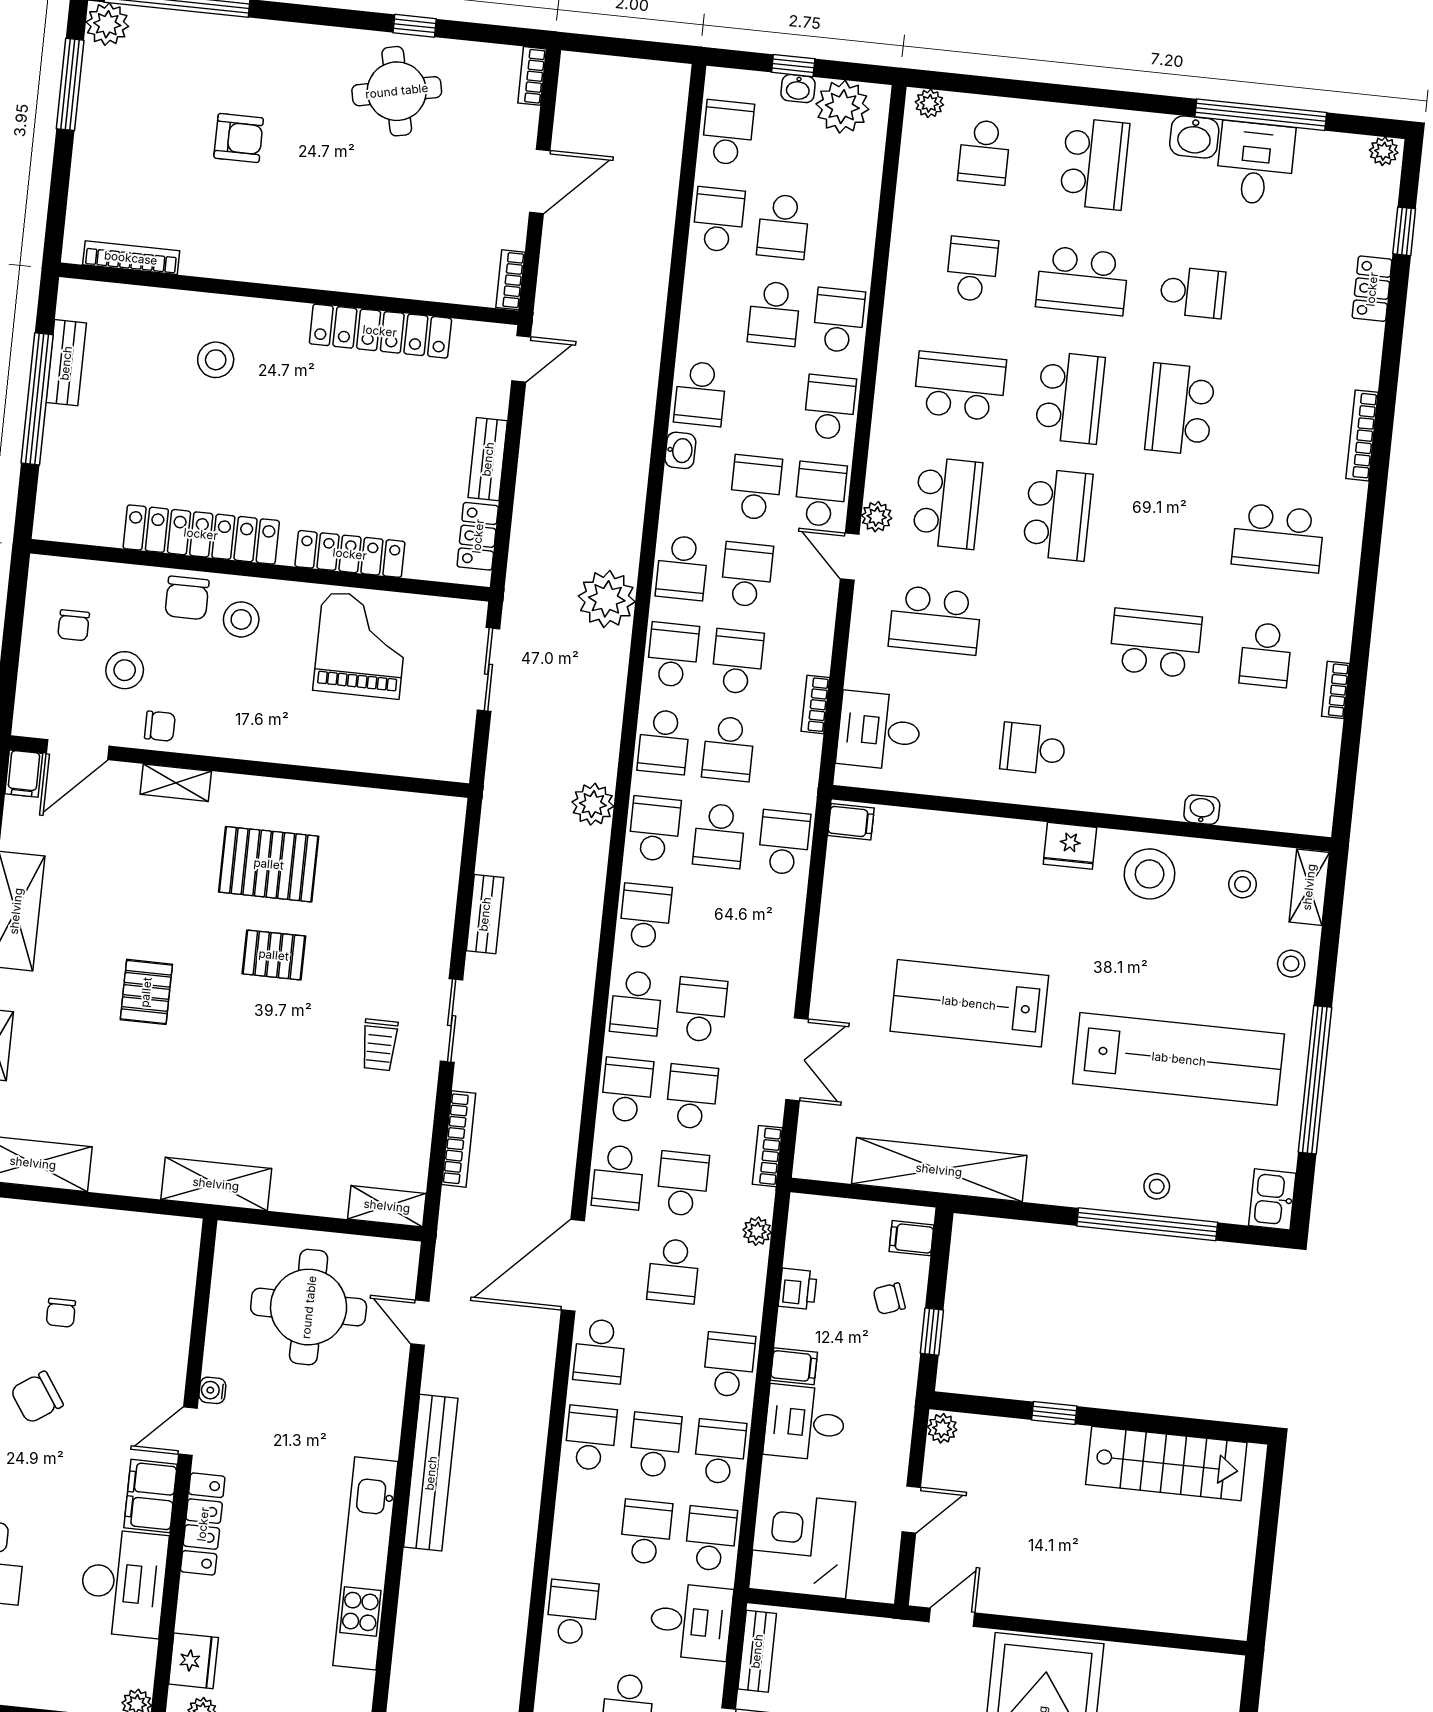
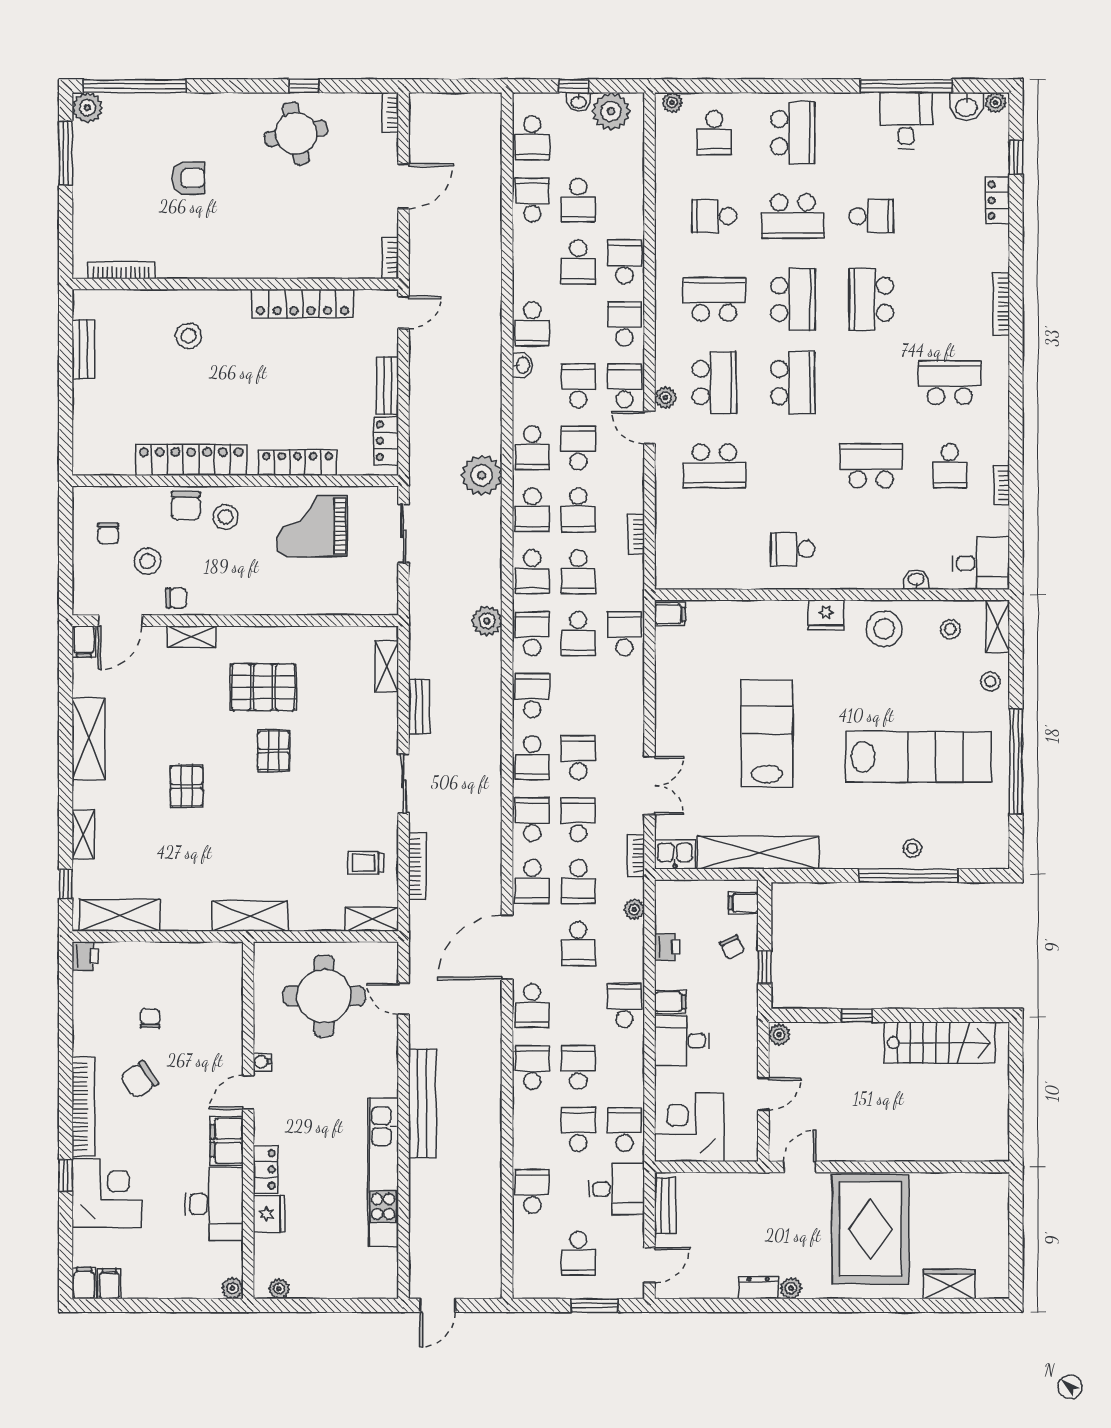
school desk: (728, 133) -> (532, 138), turned 180
washbasin: (1194, 137) -> (967, 107), moved
school desk: (972, 269) -> (714, 216), turned -90
window: (37, 399) -> (66, 377), removed
school desk: (1278, 538) -> (950, 383), turned 180
grand piano: (361, 645) -> (312, 526), turned -90
school desk: (673, 655) -> (532, 510), turned 180
school desk: (738, 662) -> (578, 510), turned 180
desk: (879, 731) -> (981, 563), moved, turned 180
shelving: (445, 853) -> (387, 666), added
pallet: (274, 955) -> (274, 751), turned 90
lab bench: (969, 1003) -> (767, 733), turned 90
trolley: (379, 1045) -> (366, 863), moved, turned 90
school desk: (683, 1184) -> (578, 882), turned 180
kitchen sink: (1272, 1199) -> (675, 854), moved, turned 90
chair: (889, 1299) -> (732, 947), turned -96
chair: (61, 1313) -> (150, 1018), turned 180
school desk: (720, 1452) -> (624, 1067), removed
locker: (203, 1524) -> (266, 1169), width x0.66
fridge: (193, 1661) -> (269, 1214), moved

